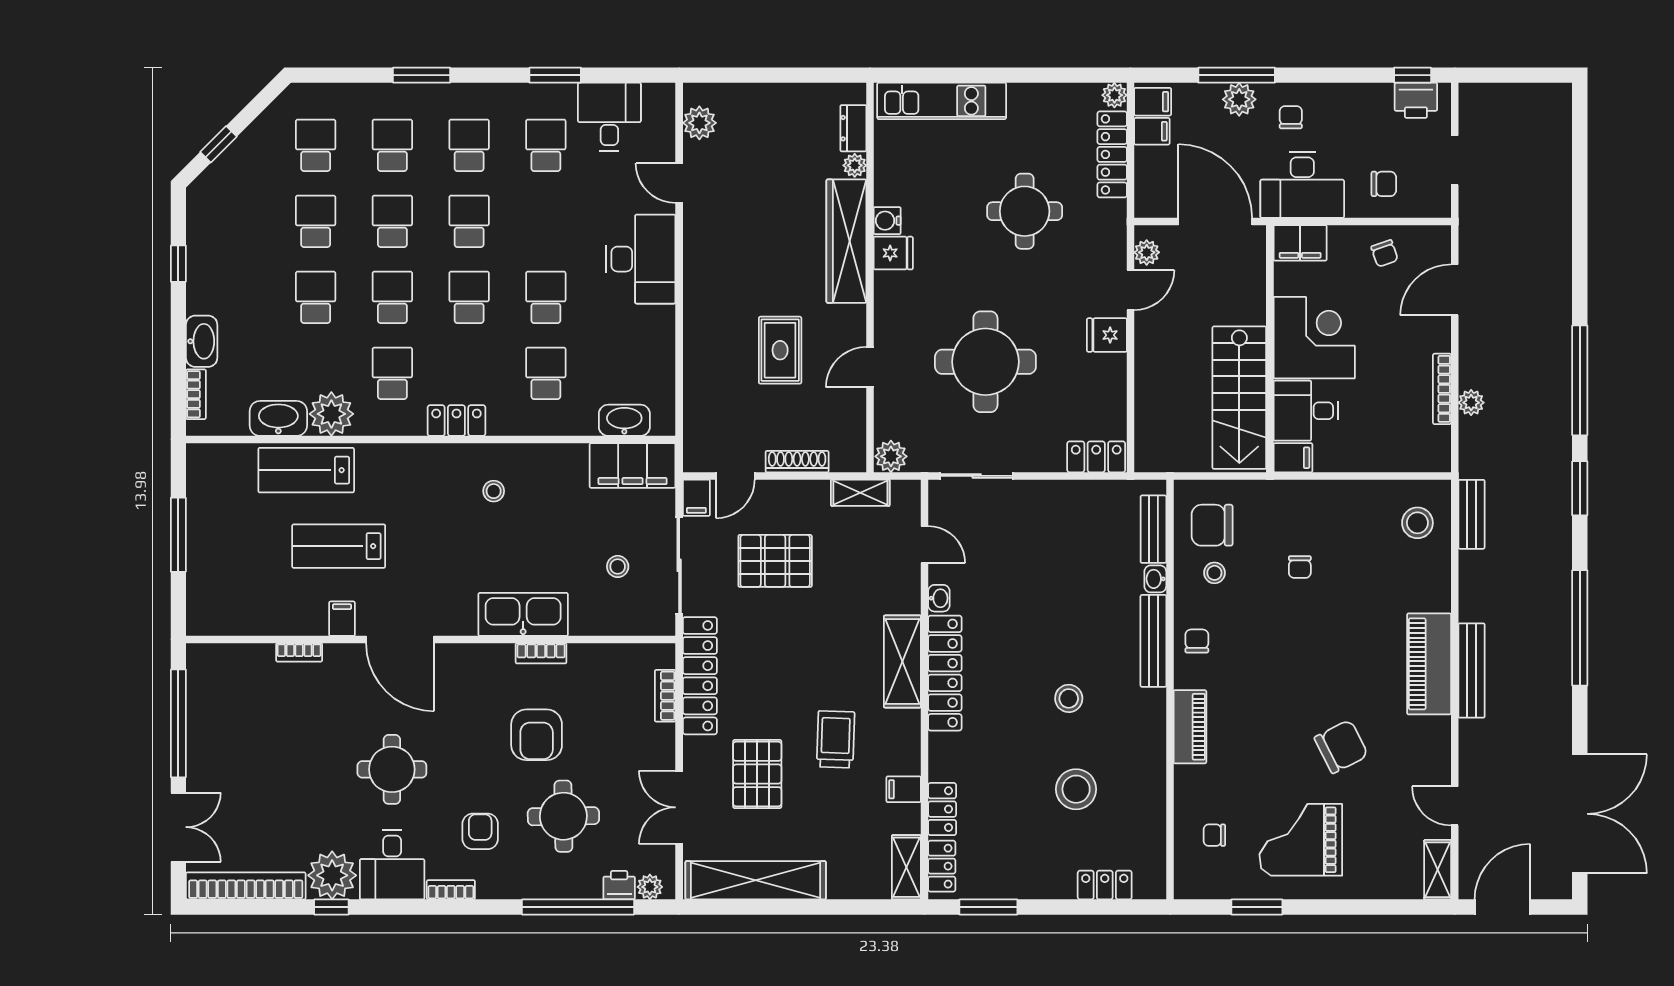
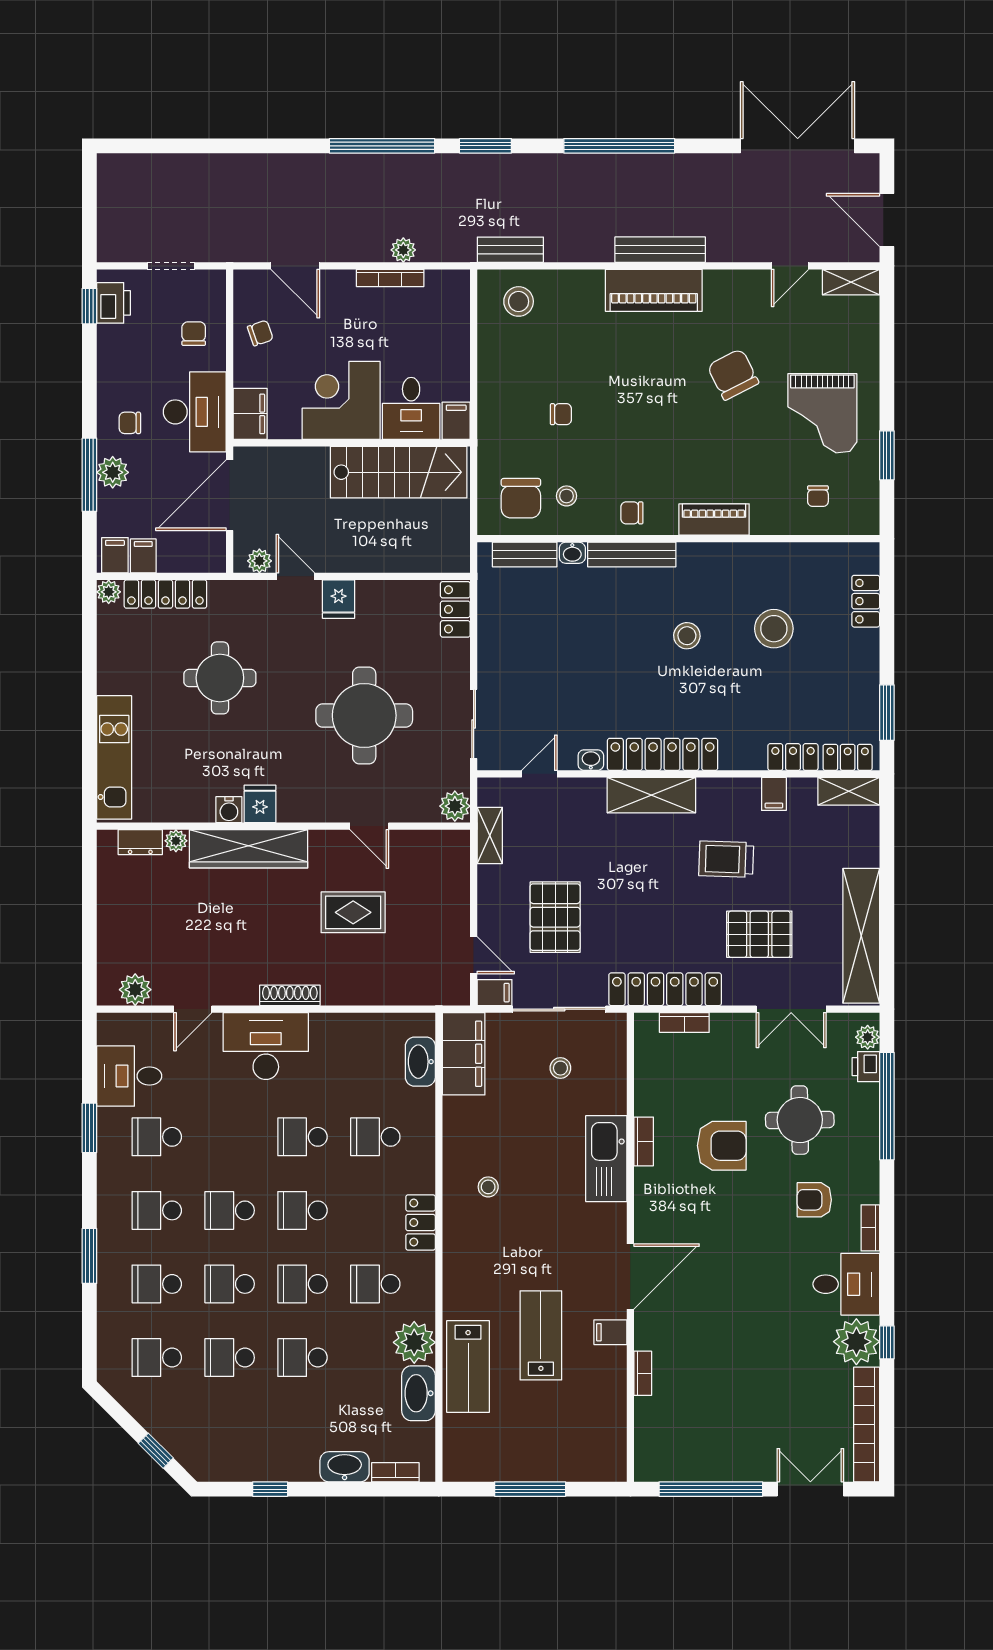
shoe rack: (797, 462) -> (290, 995), moved, turned 90
lab bench: (339, 546) -> (541, 1335), turned 180
round table: (392, 769) -> (755, 1284), removed

